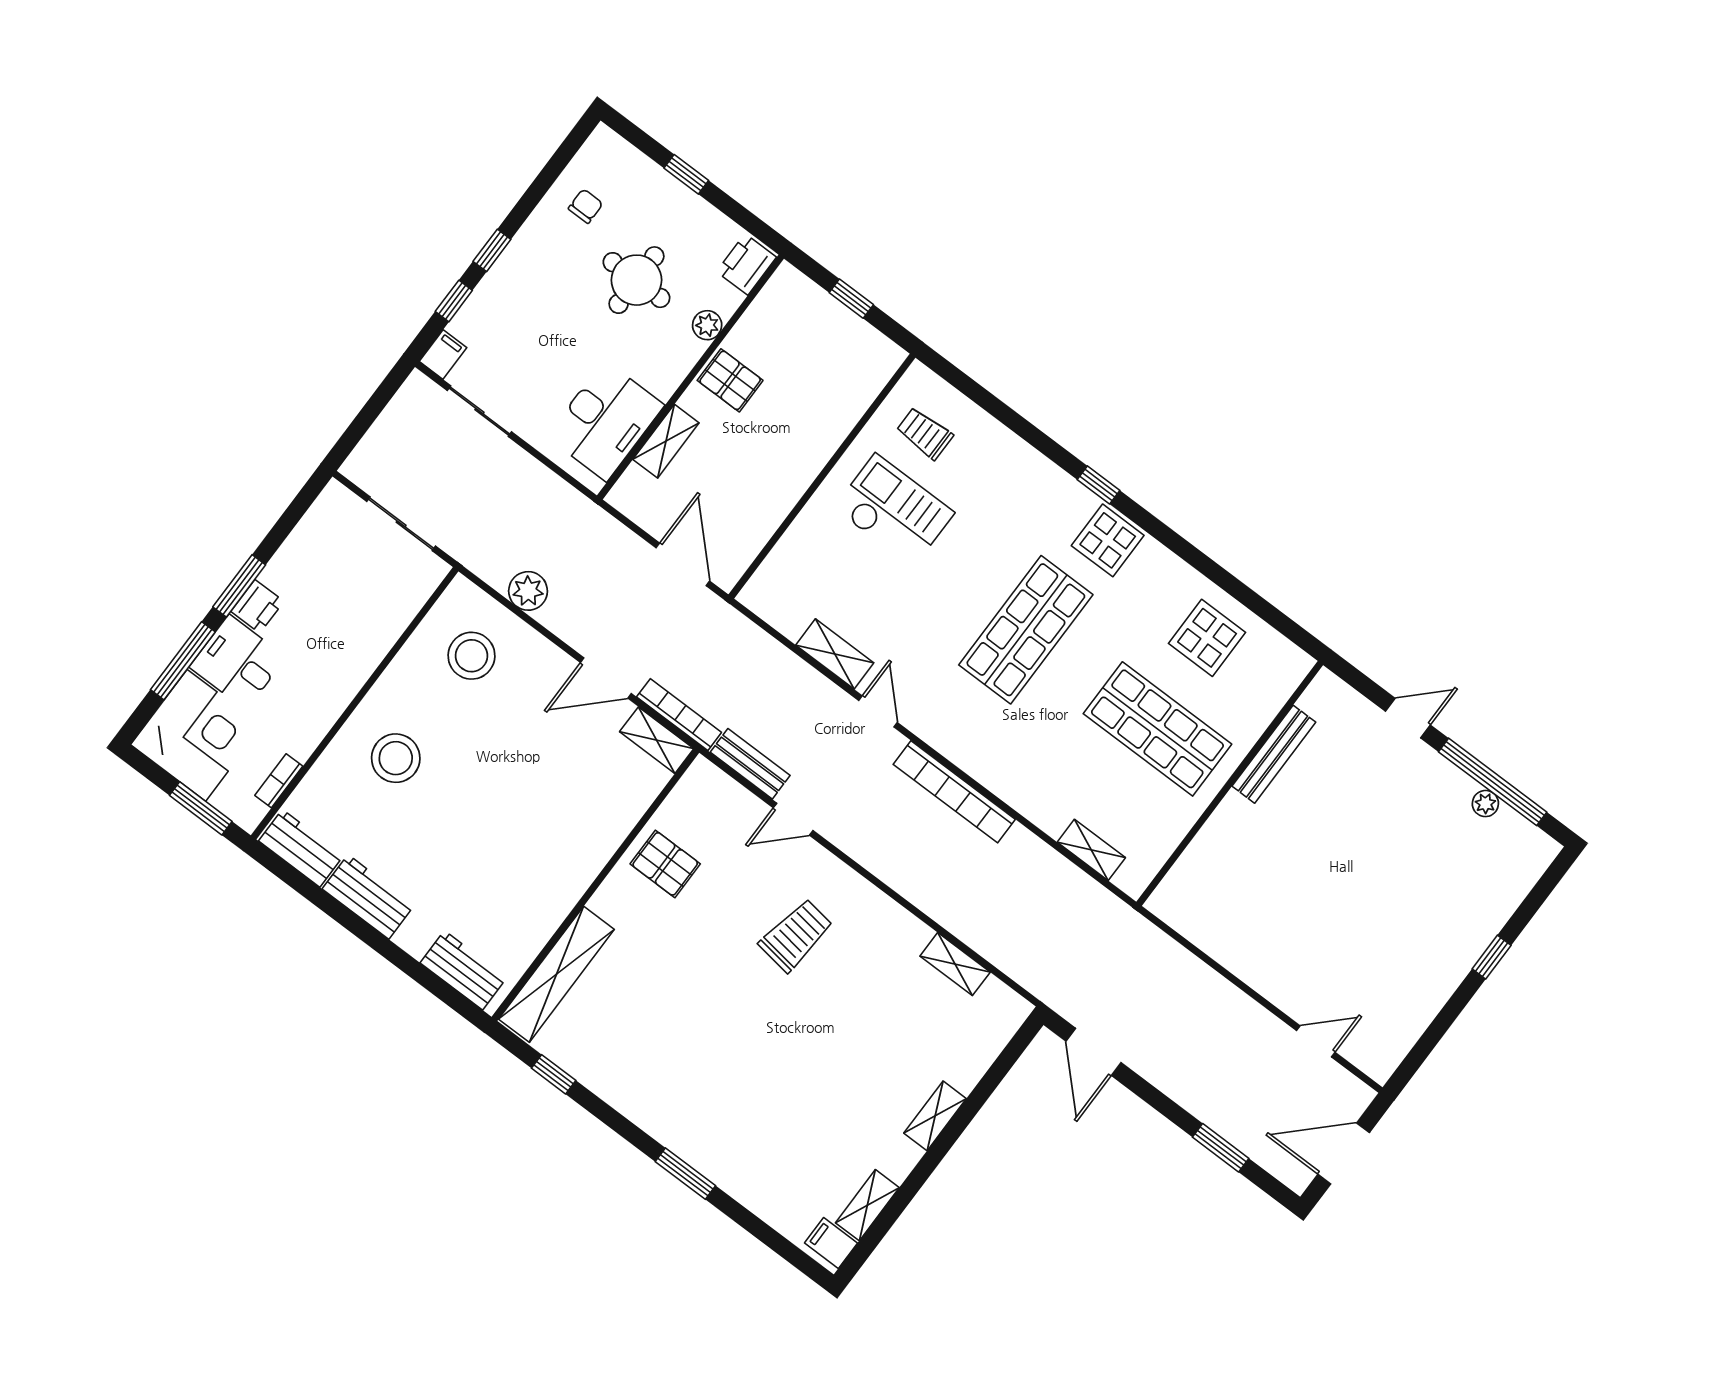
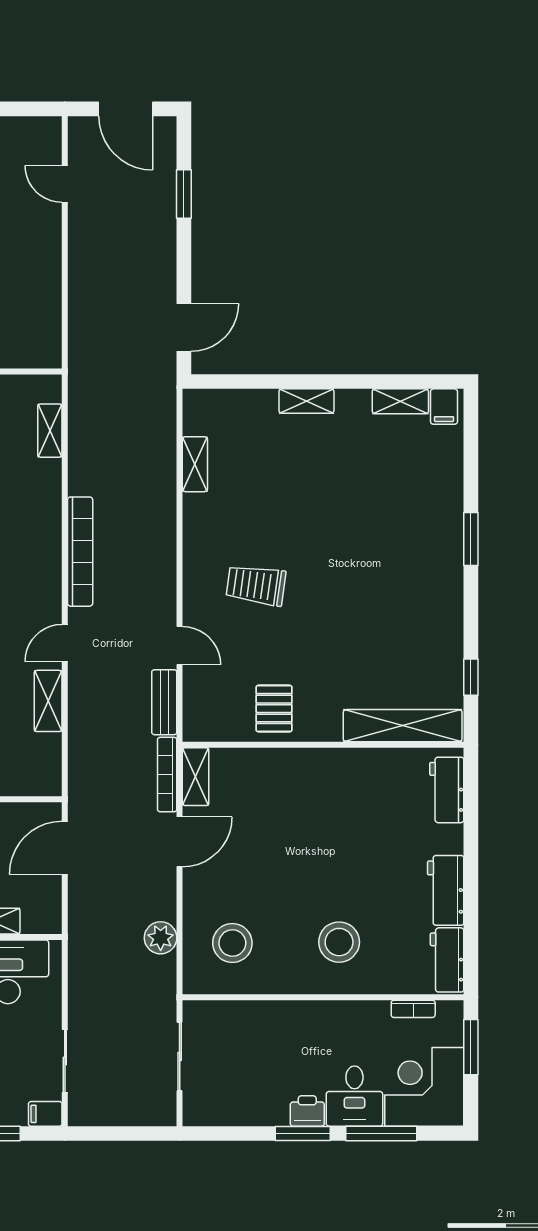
door: (606, 678) -> (180, 842), hinge flipped

